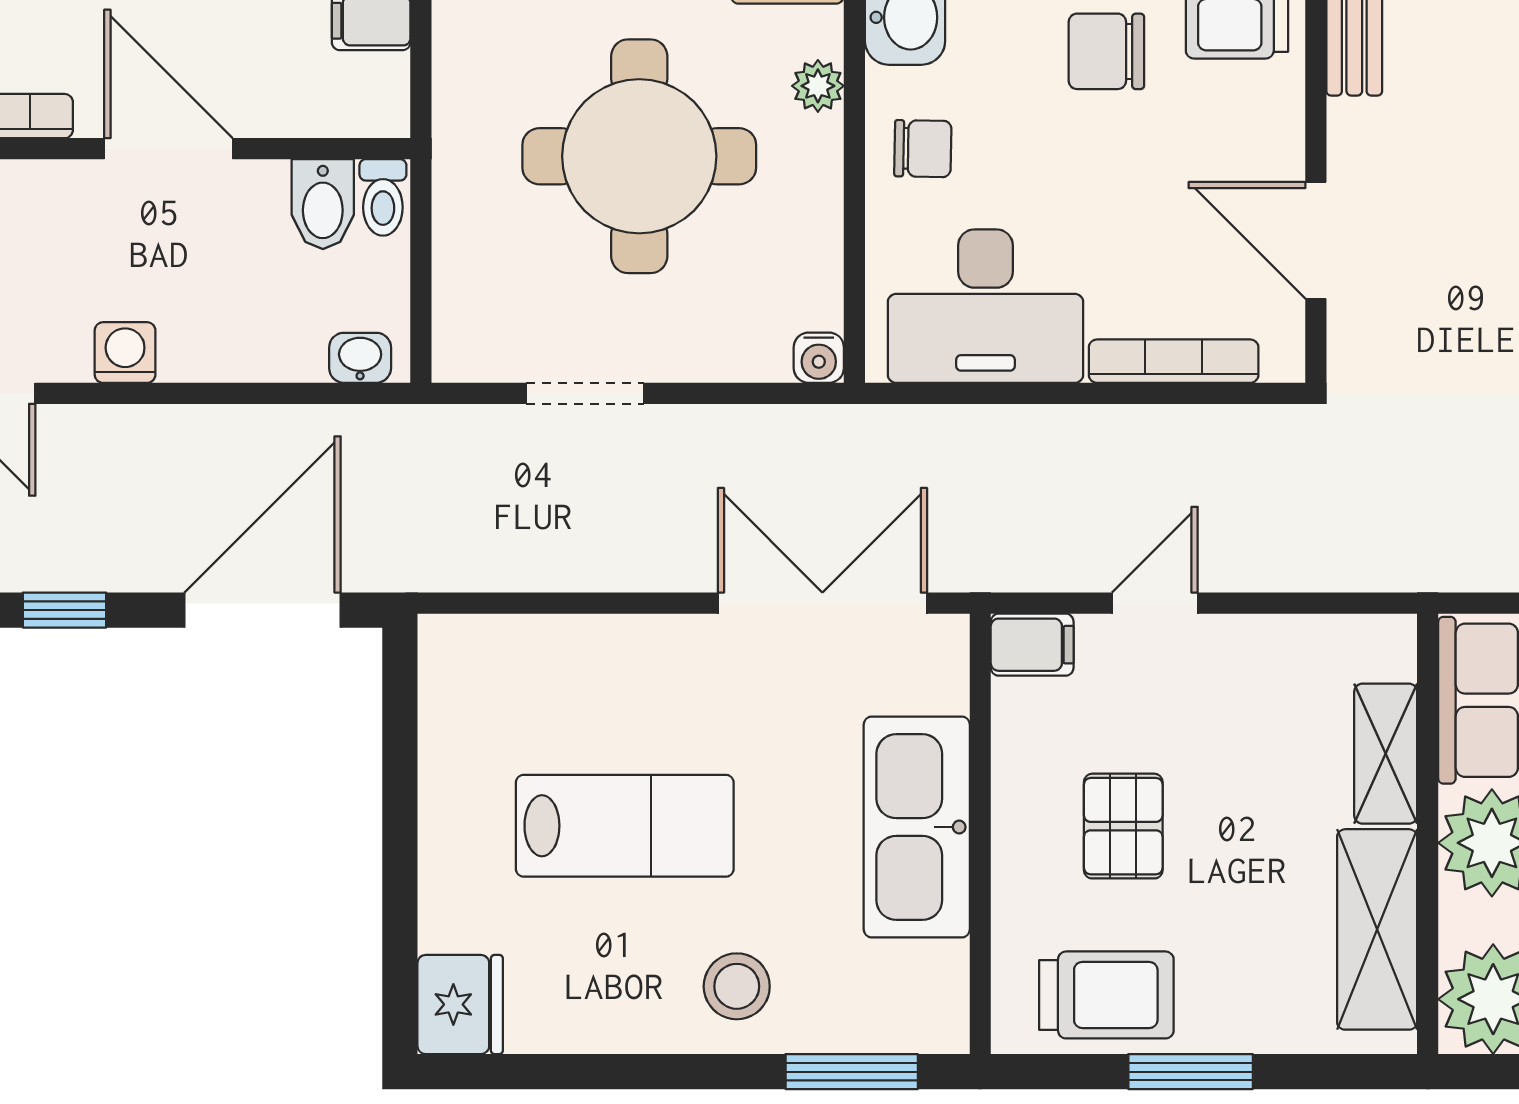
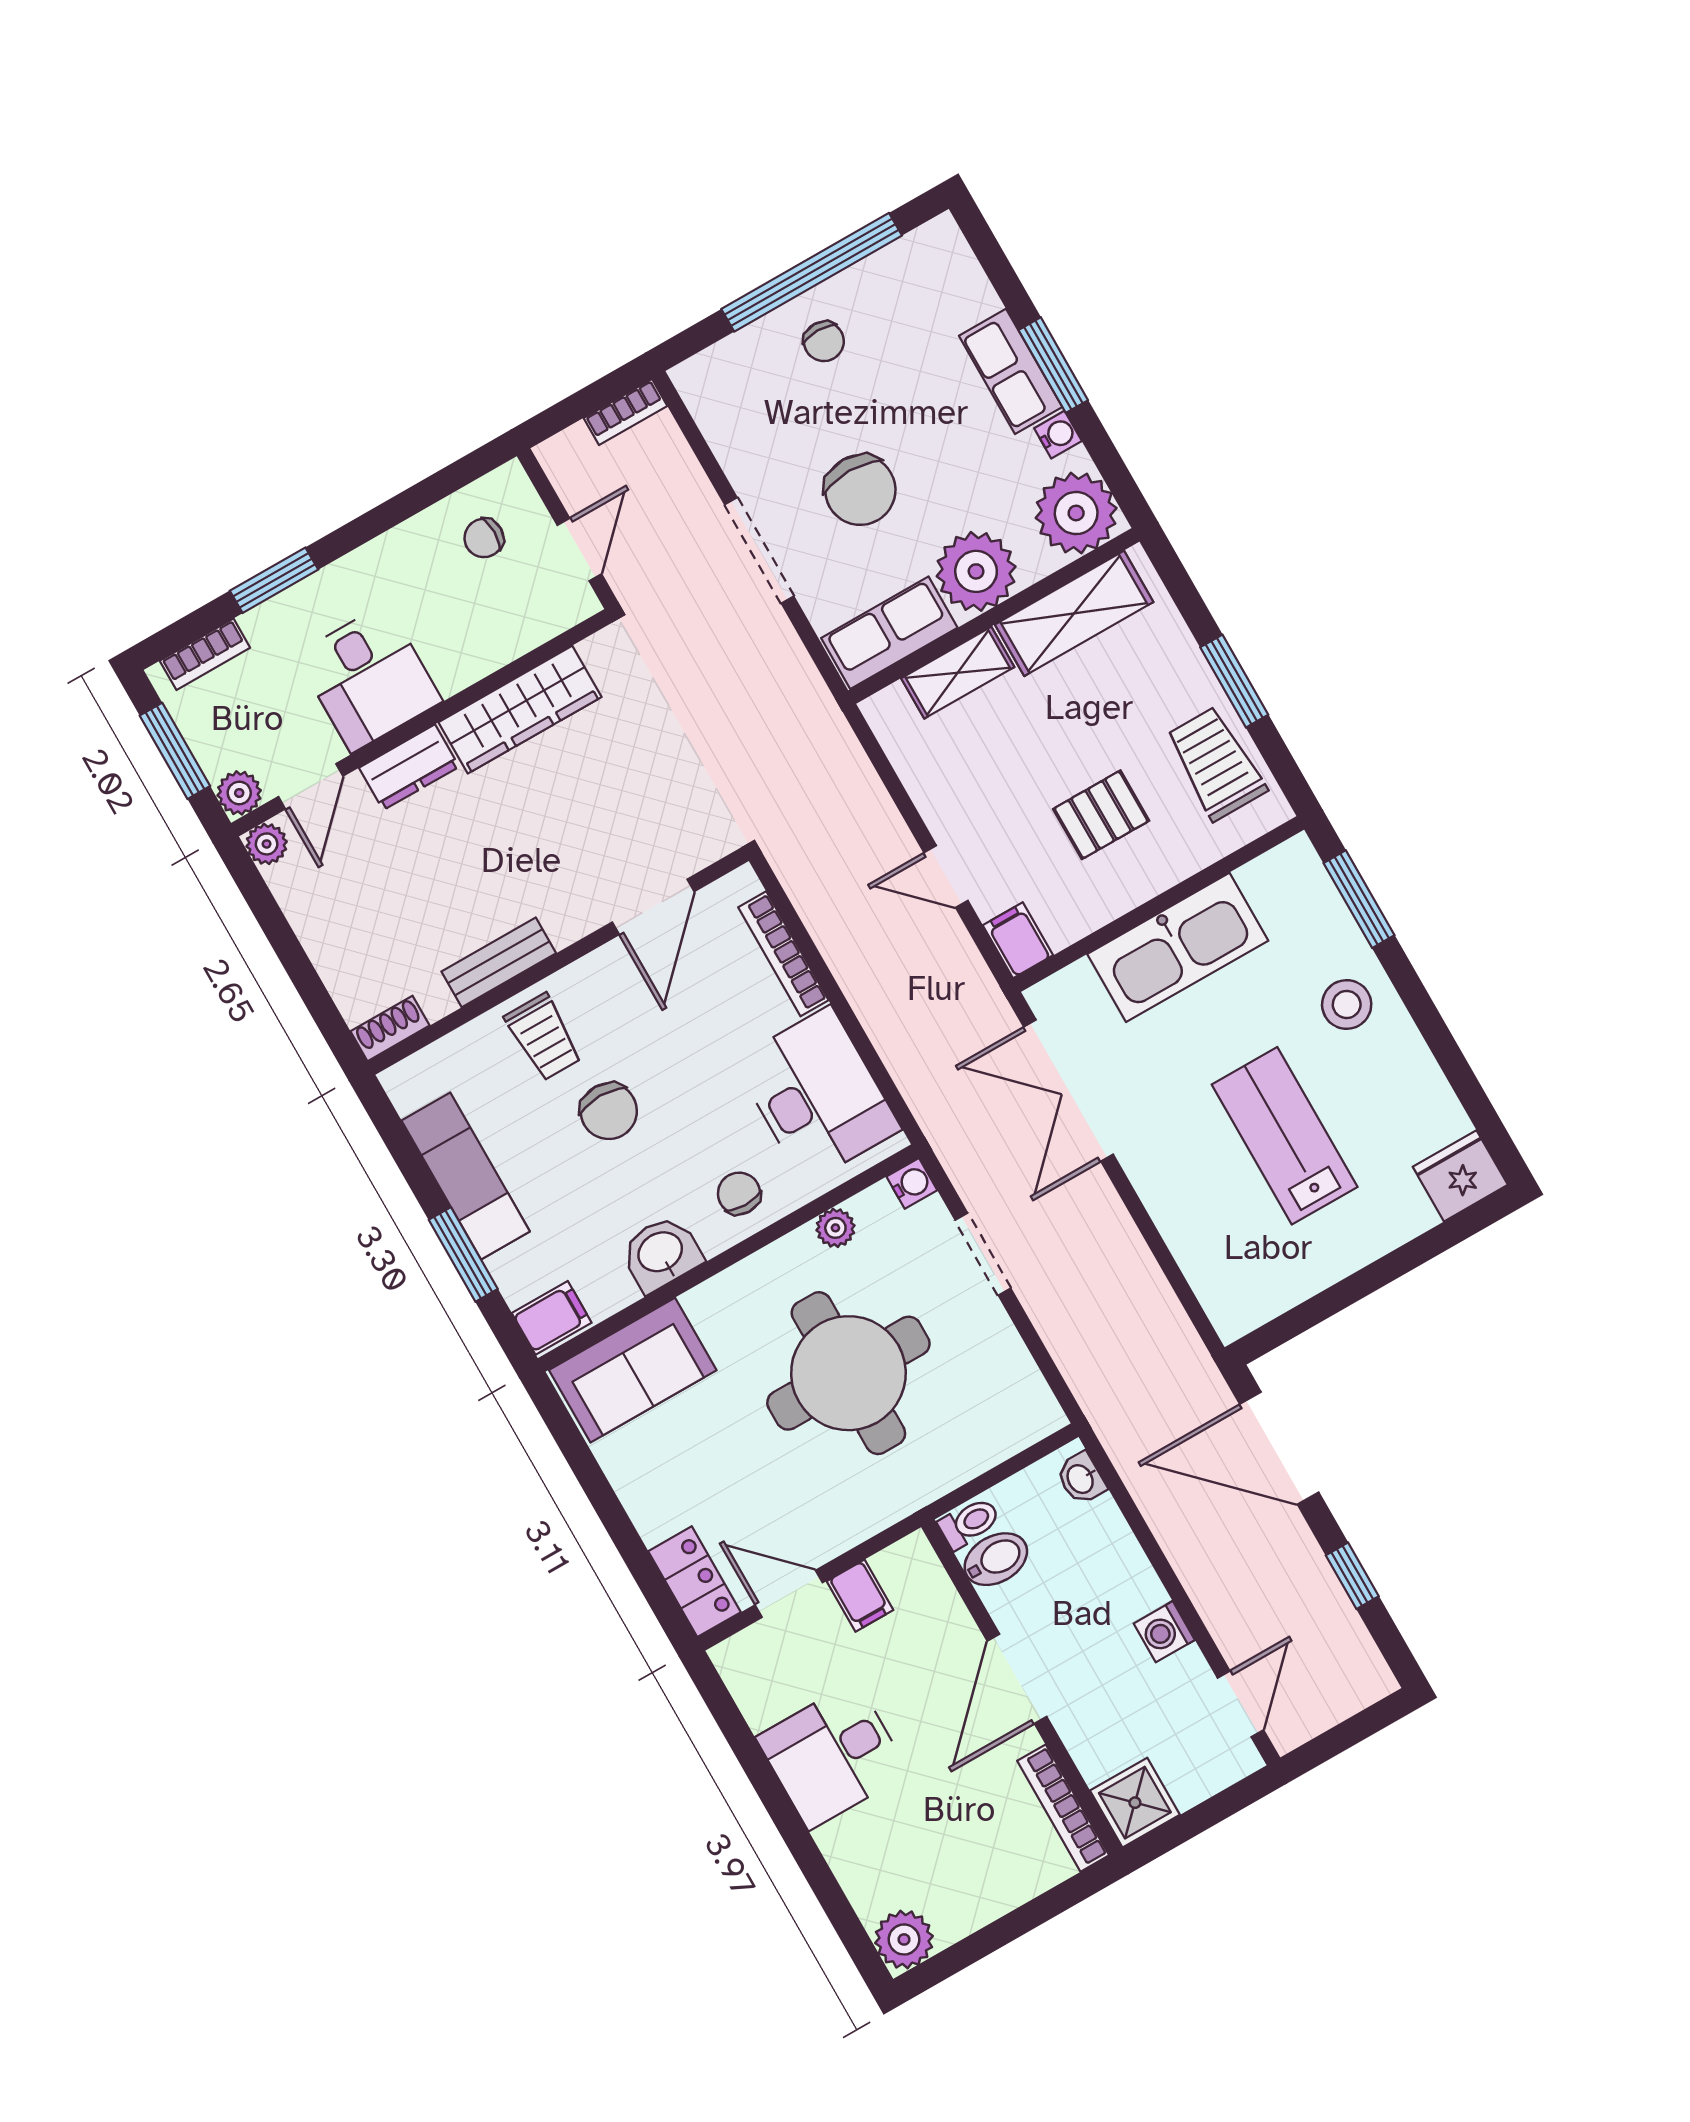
plant: (818, 86) -> (835, 1228), moved
doorway: (585, 393) -> (983, 1254), moved

